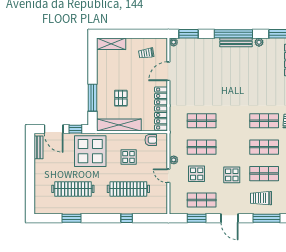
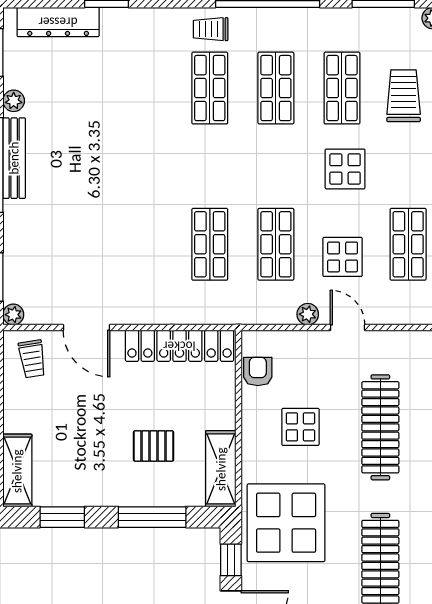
trolley: (146, 53) -> (32, 359), moved
window: (92, 62) -> (62, 517), added
shelving: (119, 125) -> (221, 469), width x0.68
door: (168, 176) -> (348, 328), swing flipped
trolley: (261, 198) -> (404, 96), turned 180

